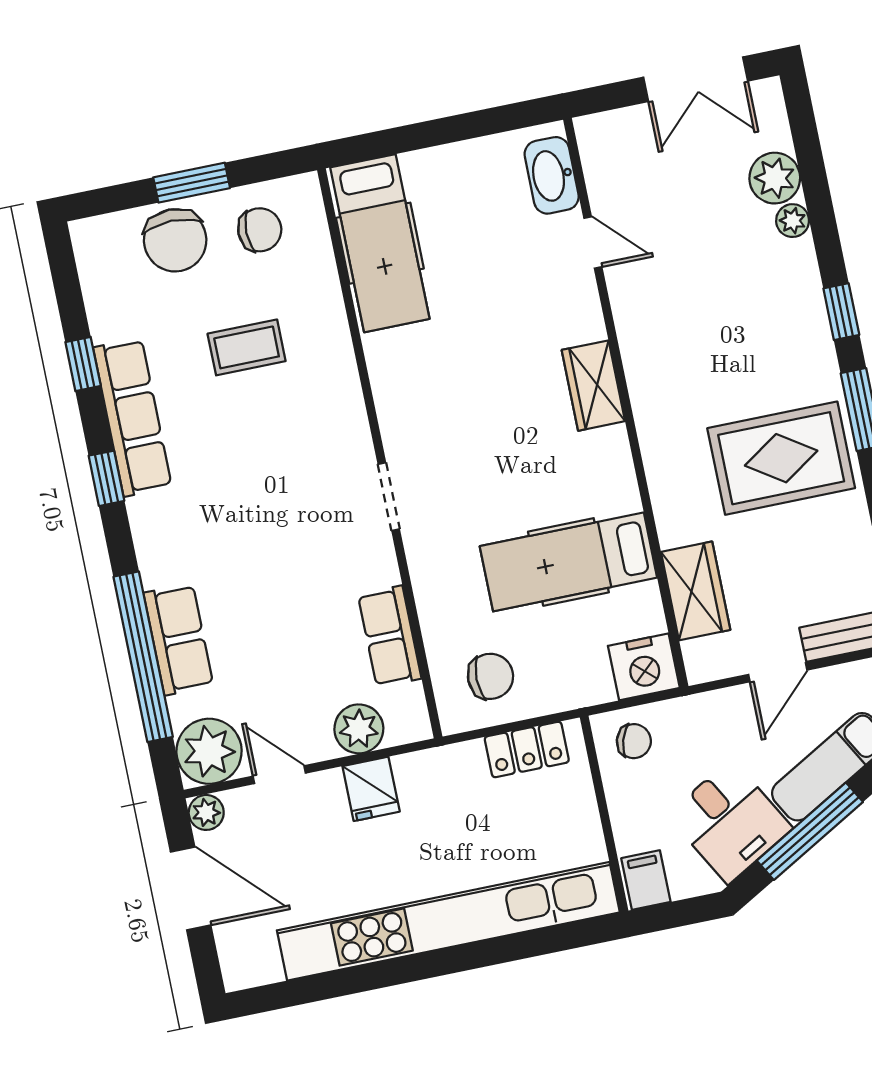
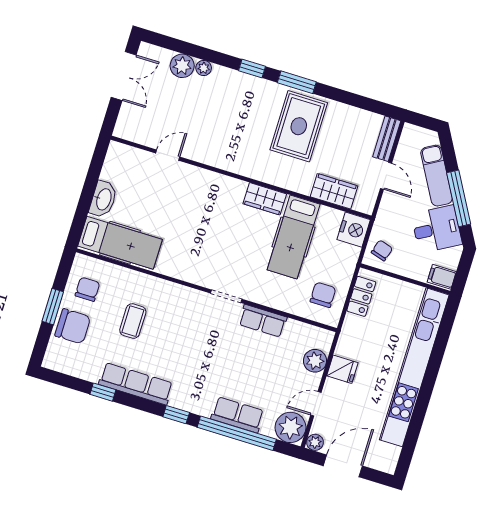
washbasin: (552, 175) -> (103, 199), moved, turned -90
wardrobe: (593, 386) -> (265, 199), moved
window: (106, 478) -> (176, 415), moved
row of seats: (390, 636) -> (263, 321), moved

